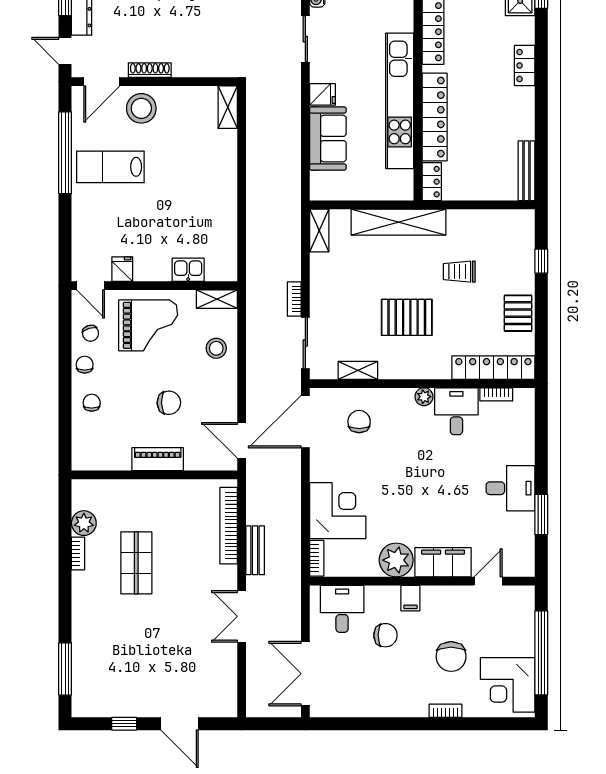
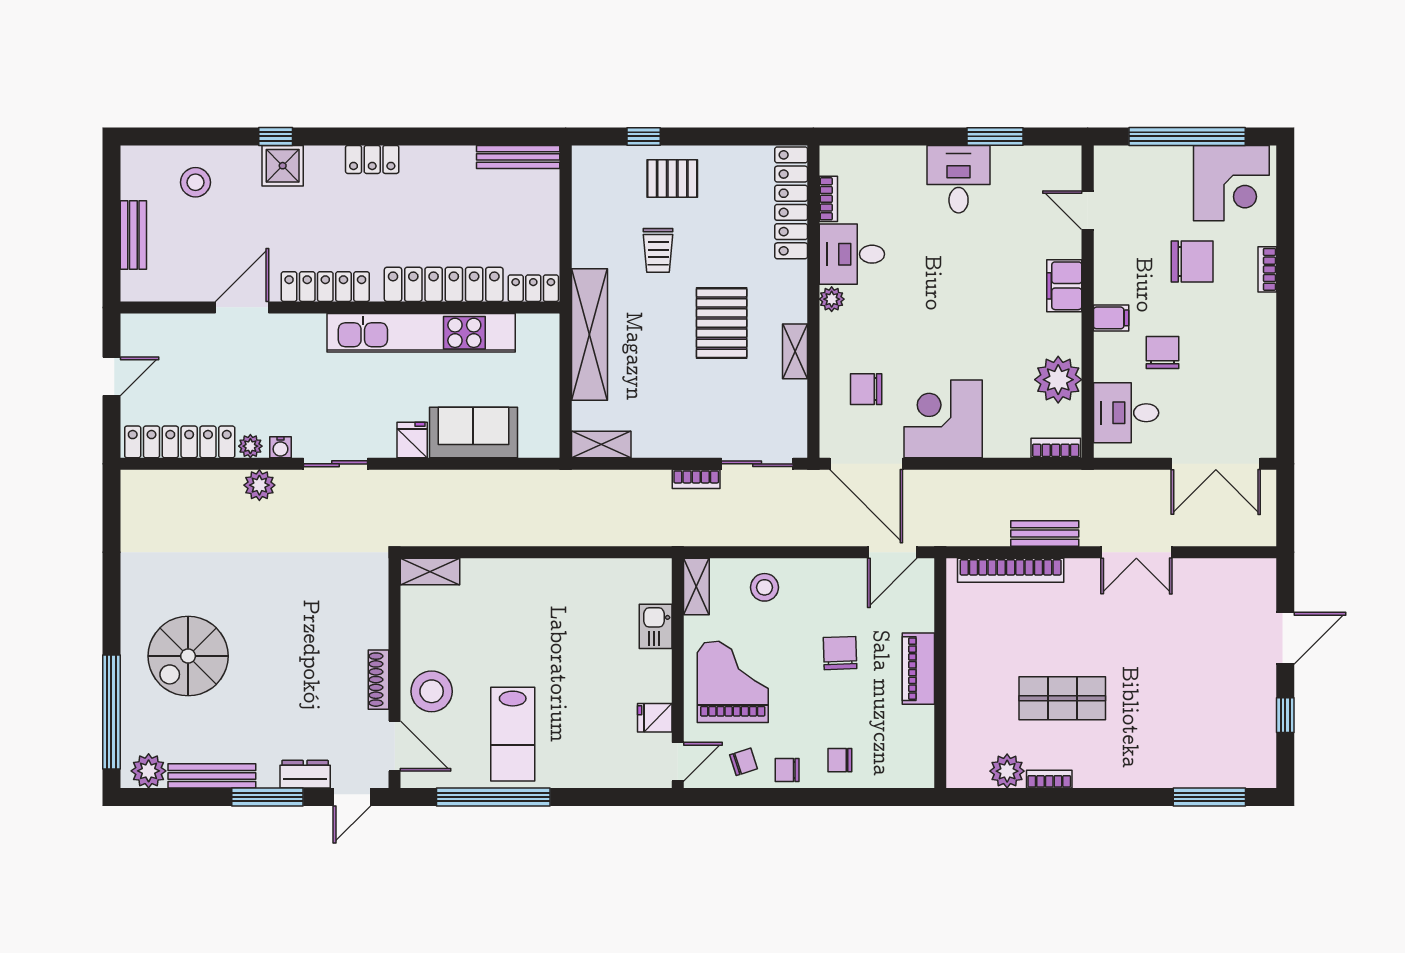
pallet: (518, 313) -> (672, 178), moved
shelving: (358, 370) -> (795, 351), moved
corner desk: (338, 511) -> (943, 419), moved
plant: (396, 560) -> (1058, 380), moved
filing cabinet: (443, 562) -> (1064, 286), width x0.67, depth x0.86

